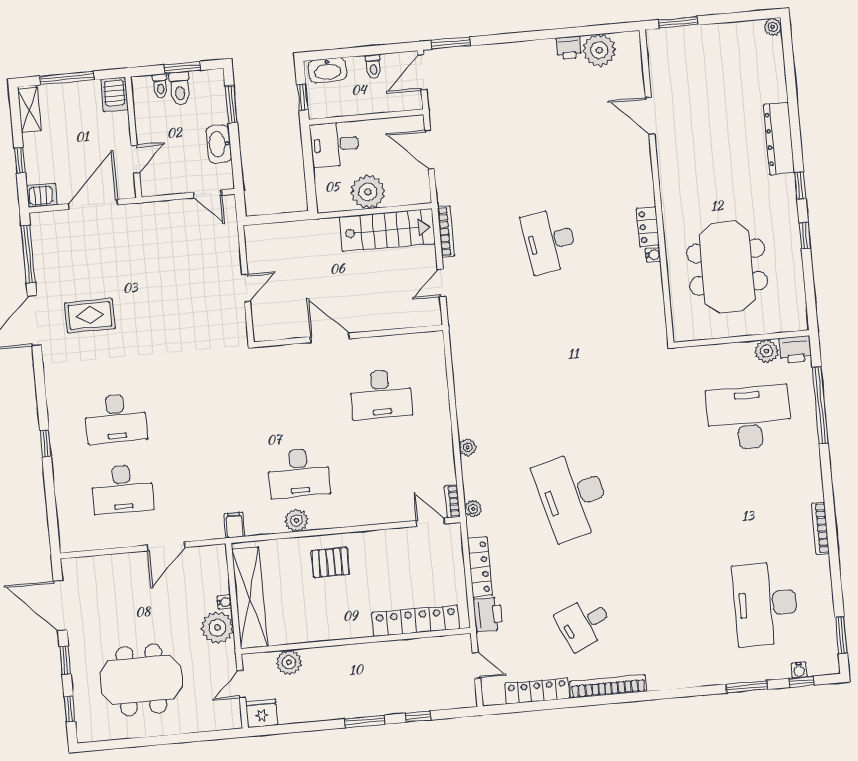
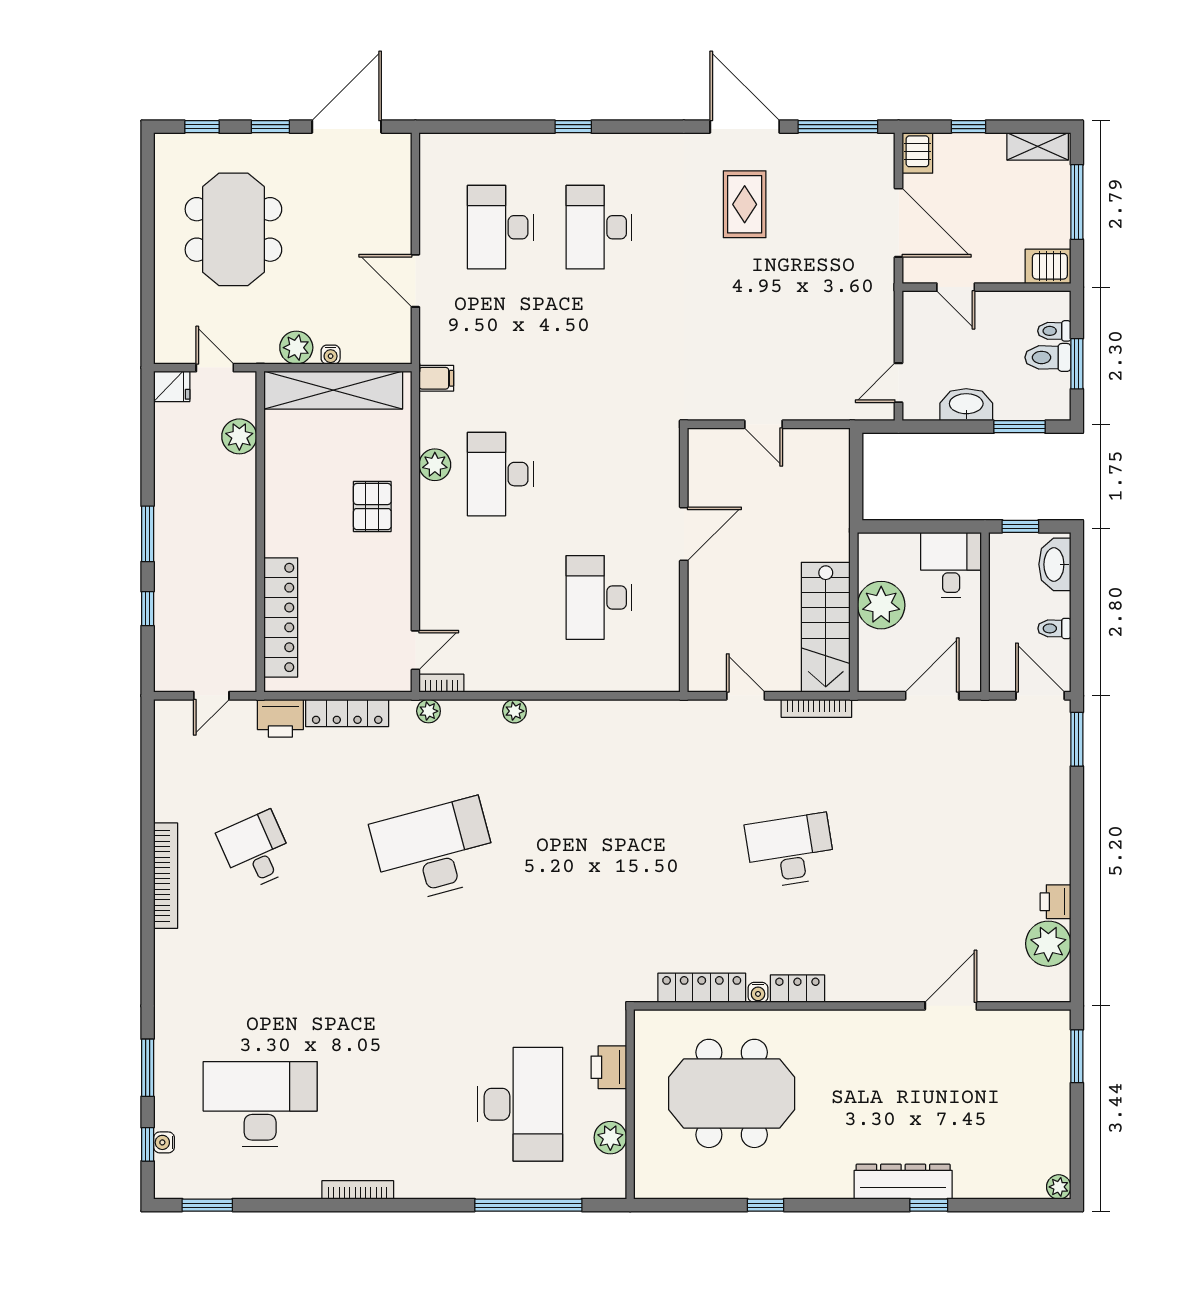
window: (800, 186) -> (929, 1205), moved
printer: (795, 349) -> (609, 1067), moved
plant: (217, 628) -> (296, 348), width x0.73, depth x0.73
locker: (537, 691) -> (702, 988), moved, turned -90
fridge: (262, 713) -> (172, 386), width x0.72

